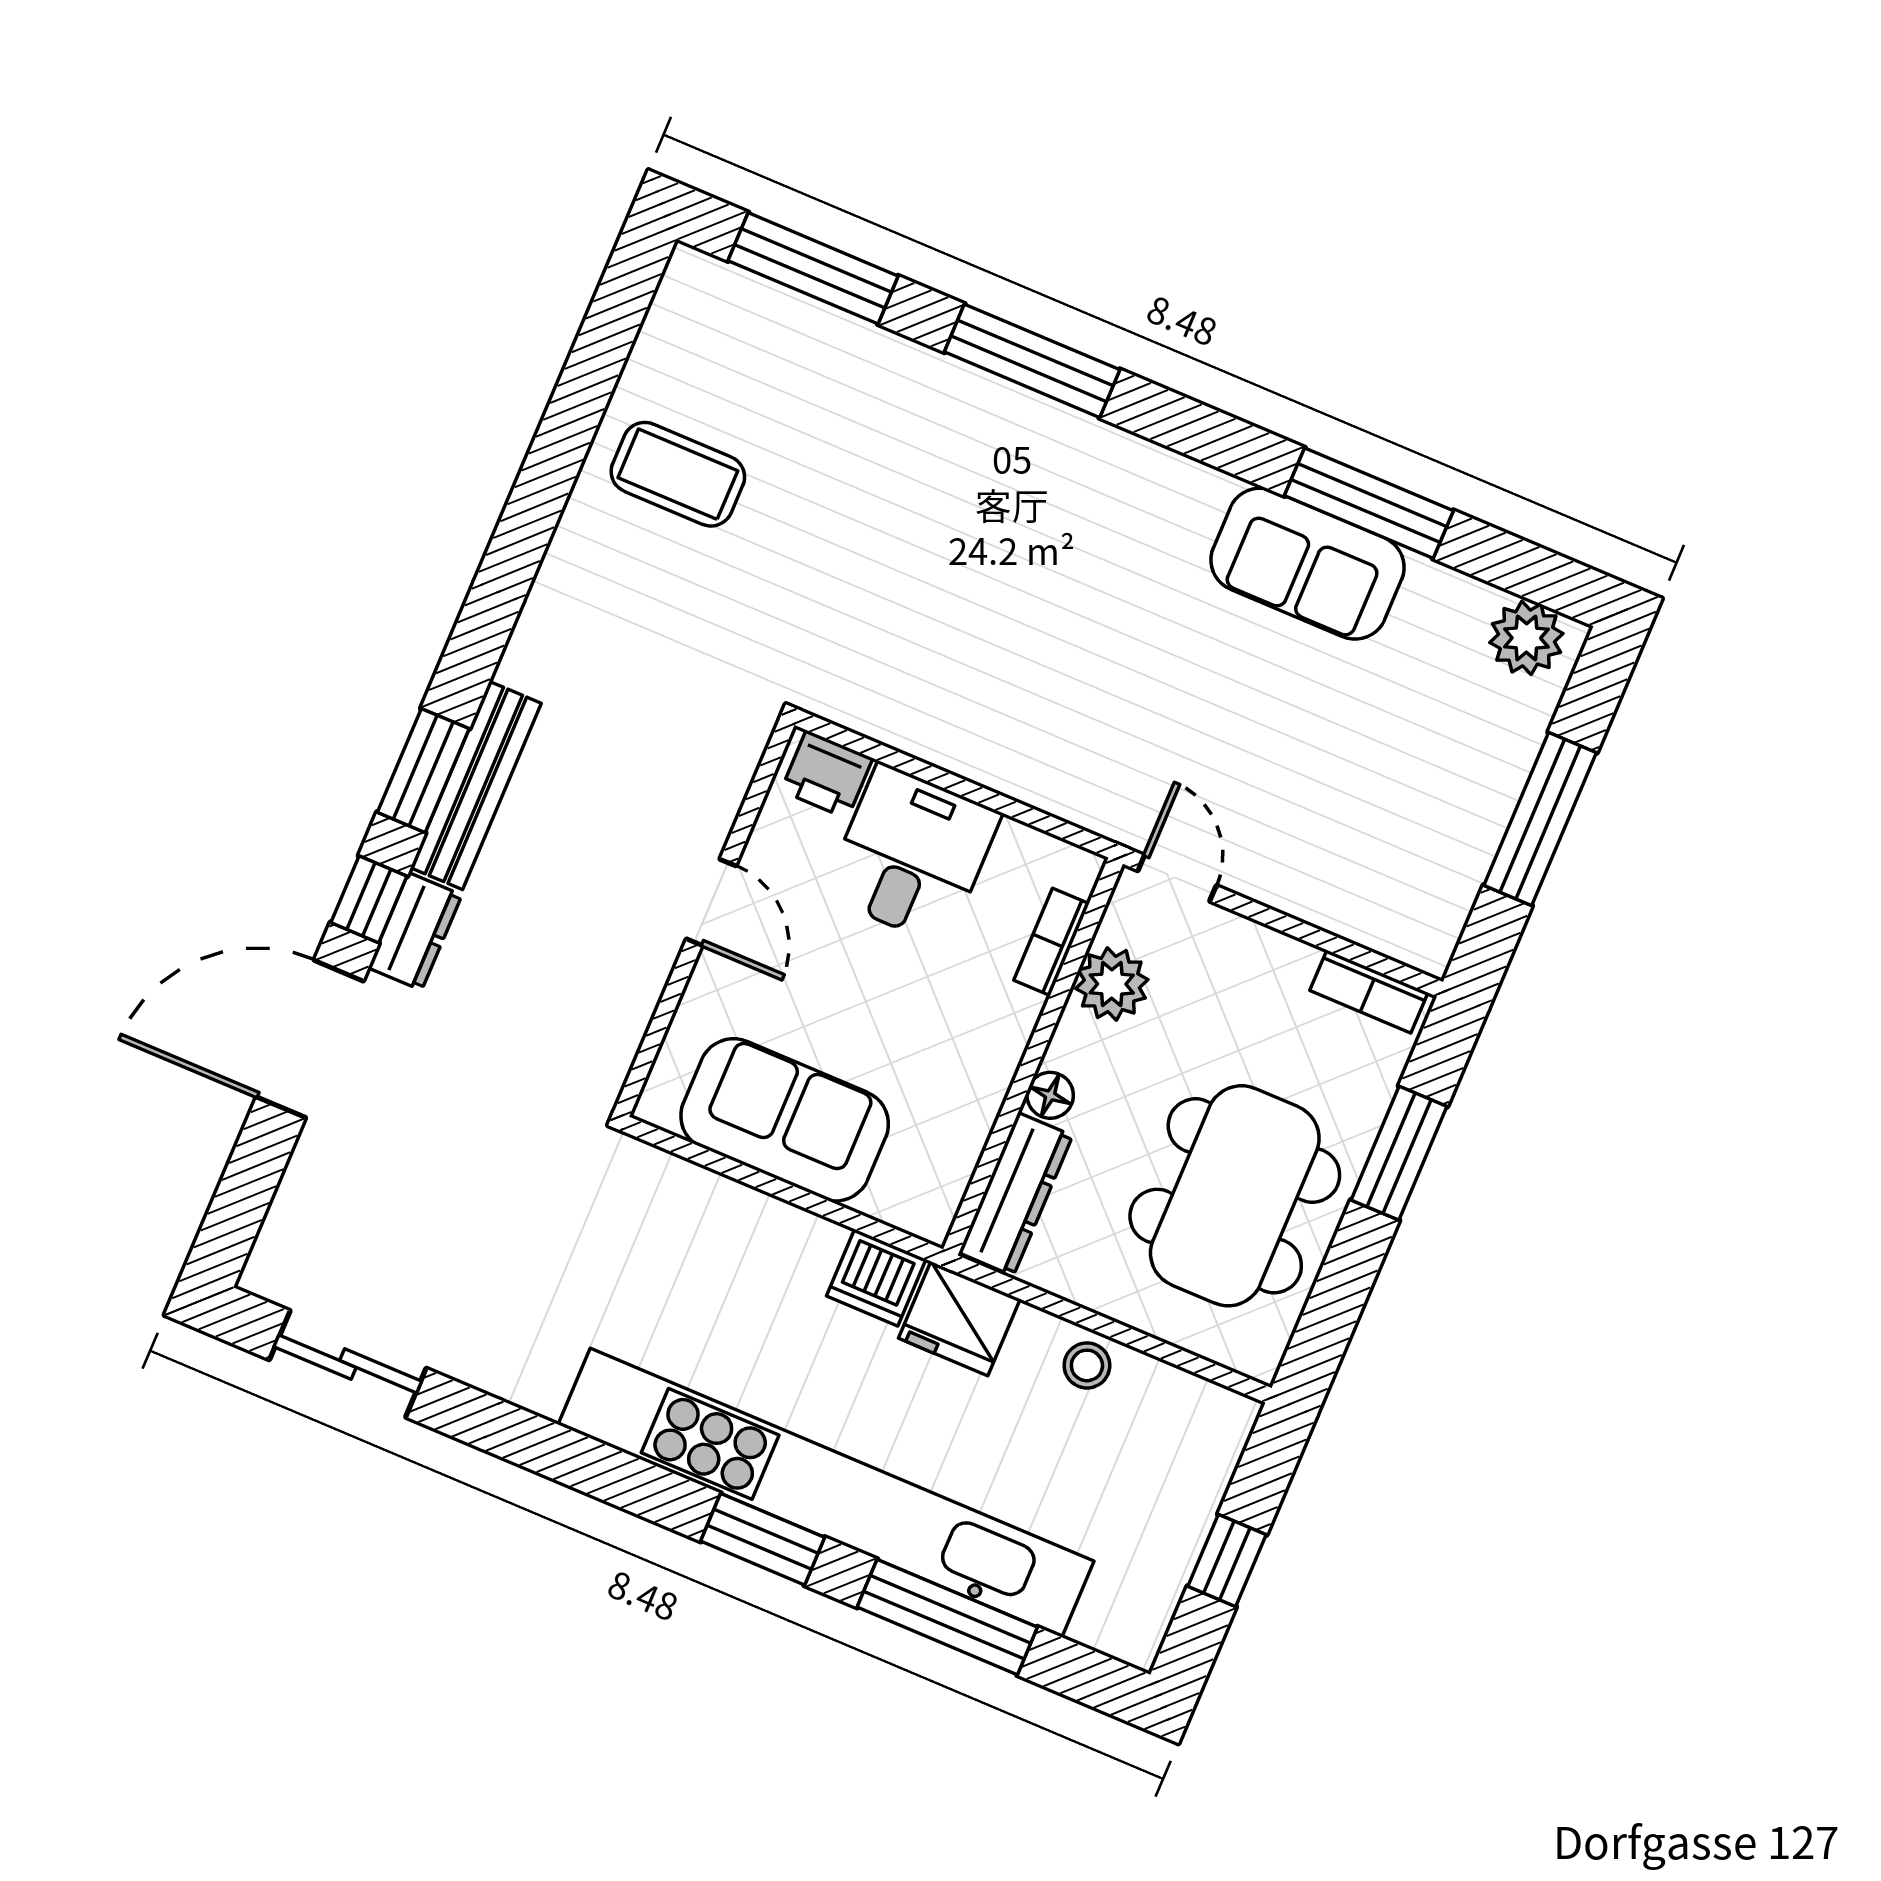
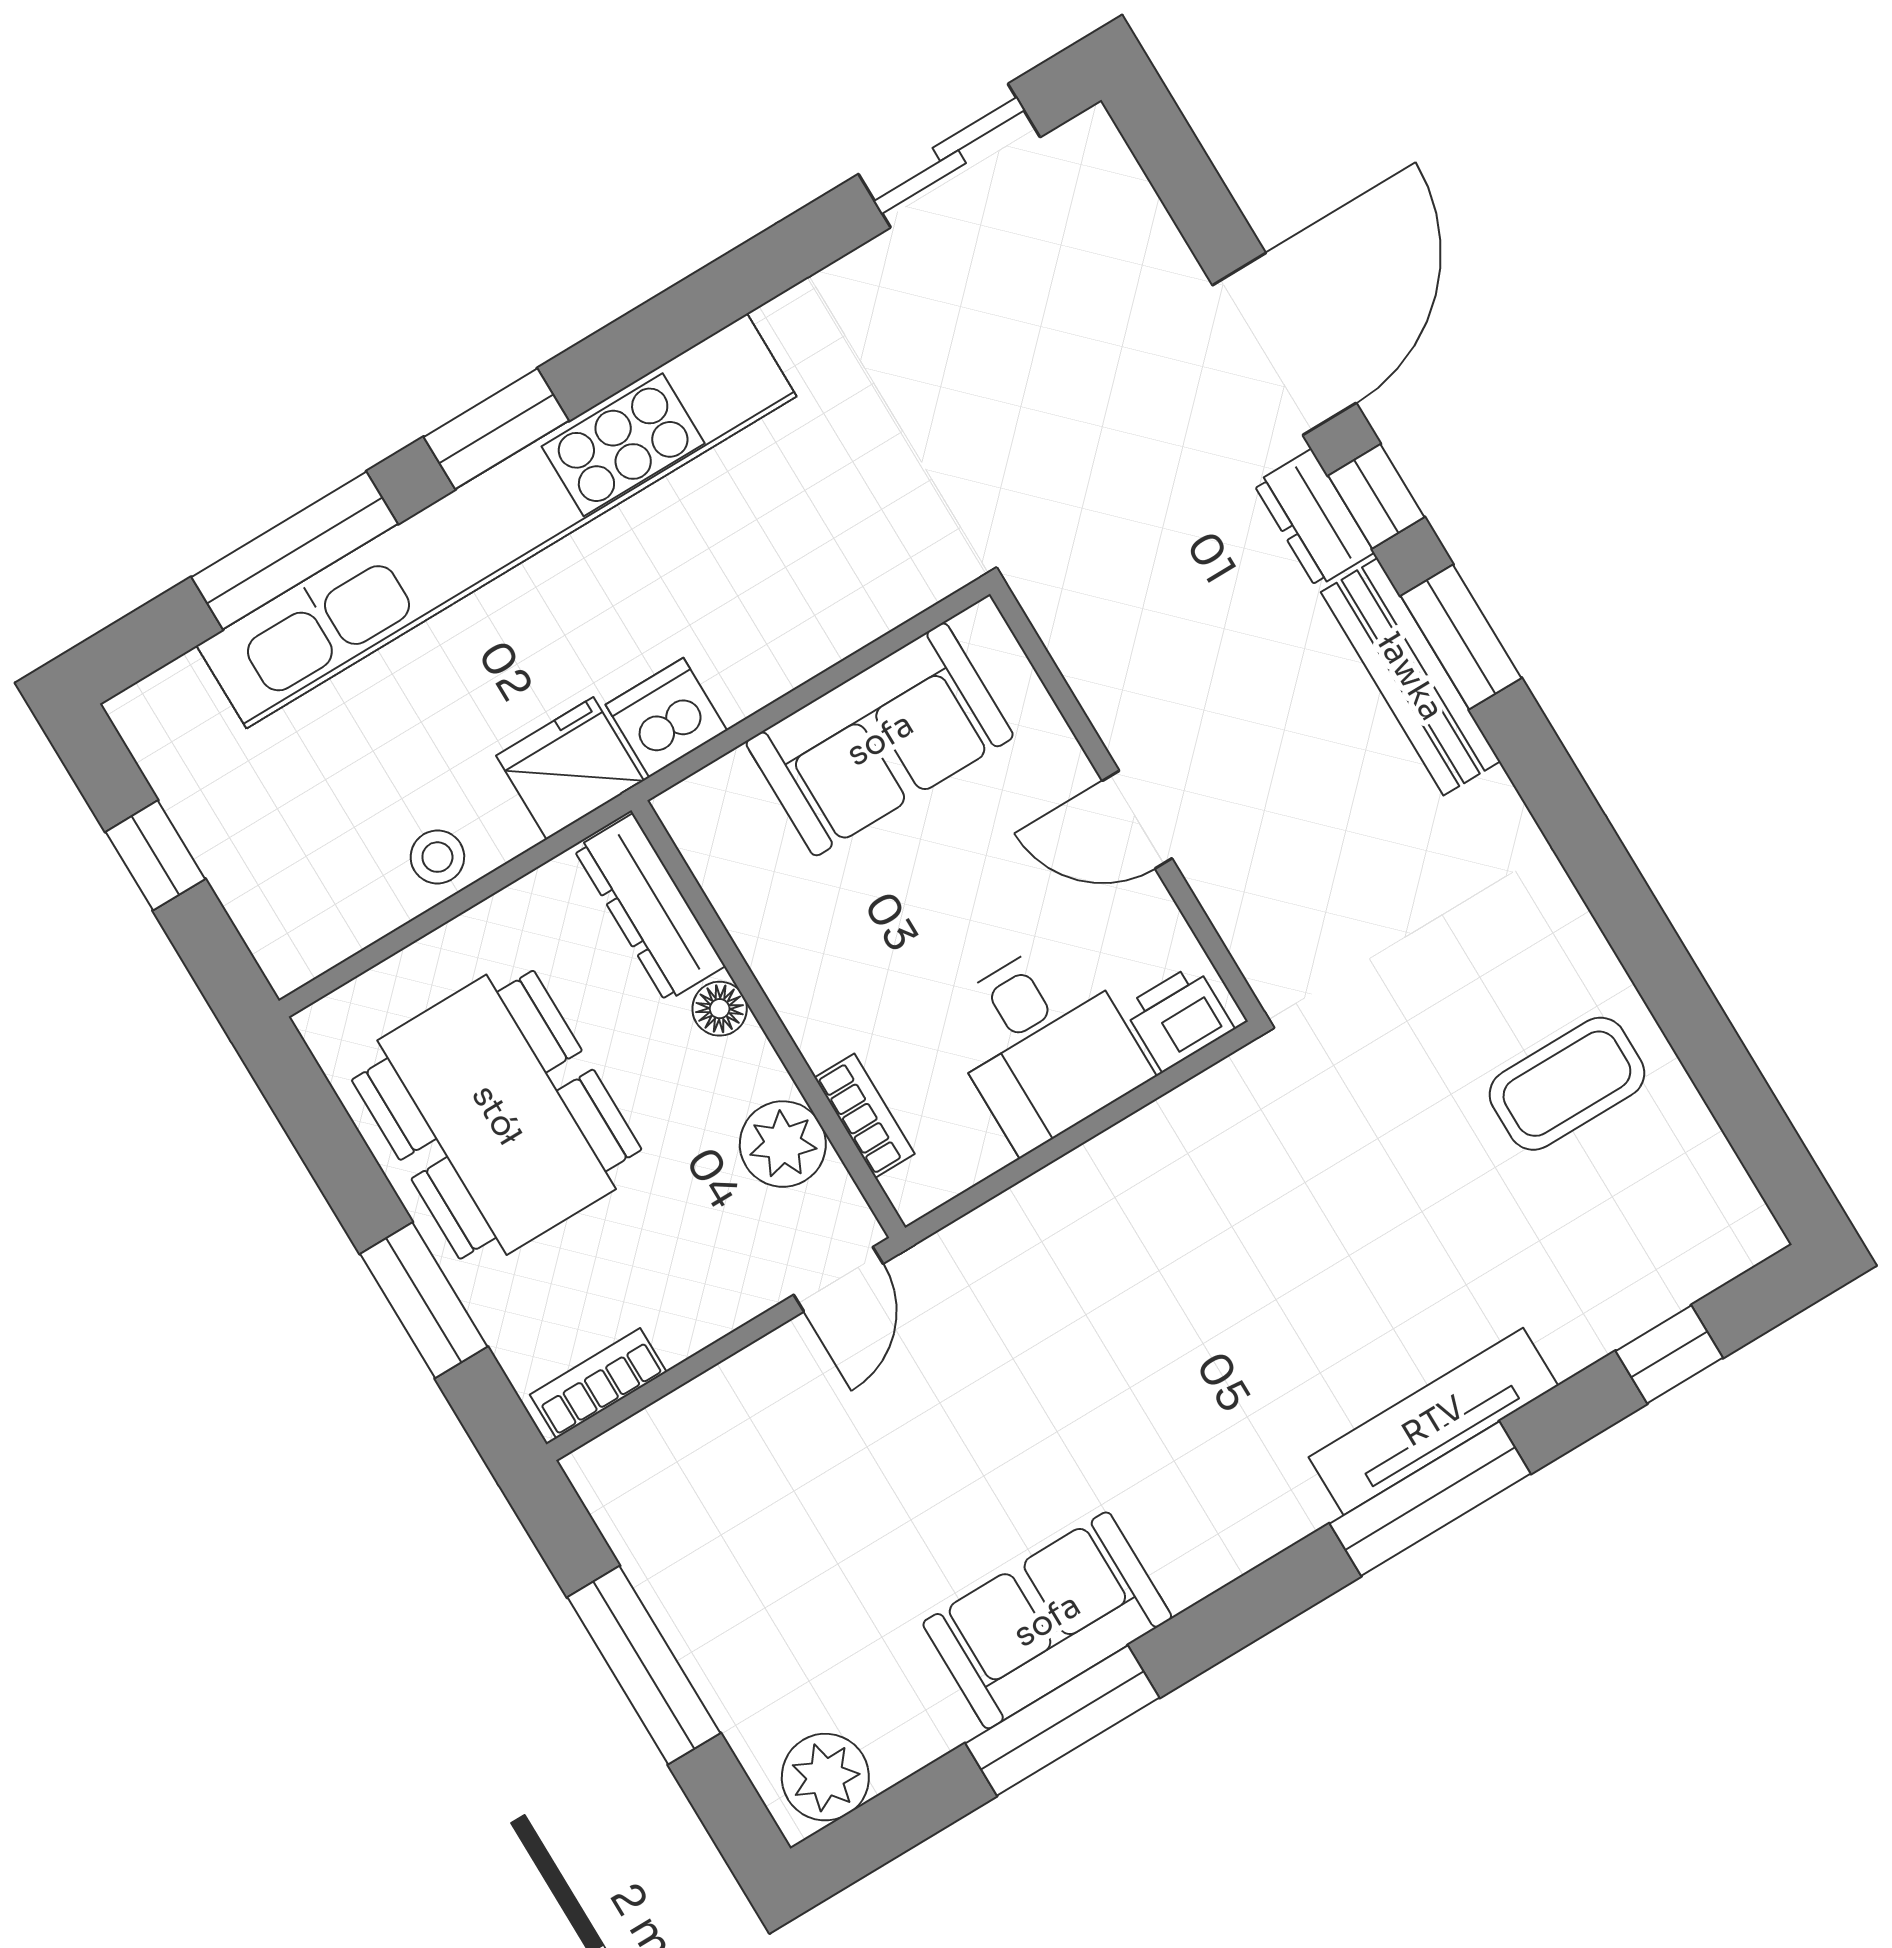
window: (813, 268) -> (1669, 1354), width x0.46
tv unit: (977, 397) -> (1433, 1421), added
door: (1177, 878) -> (838, 1279), hinge flipped

